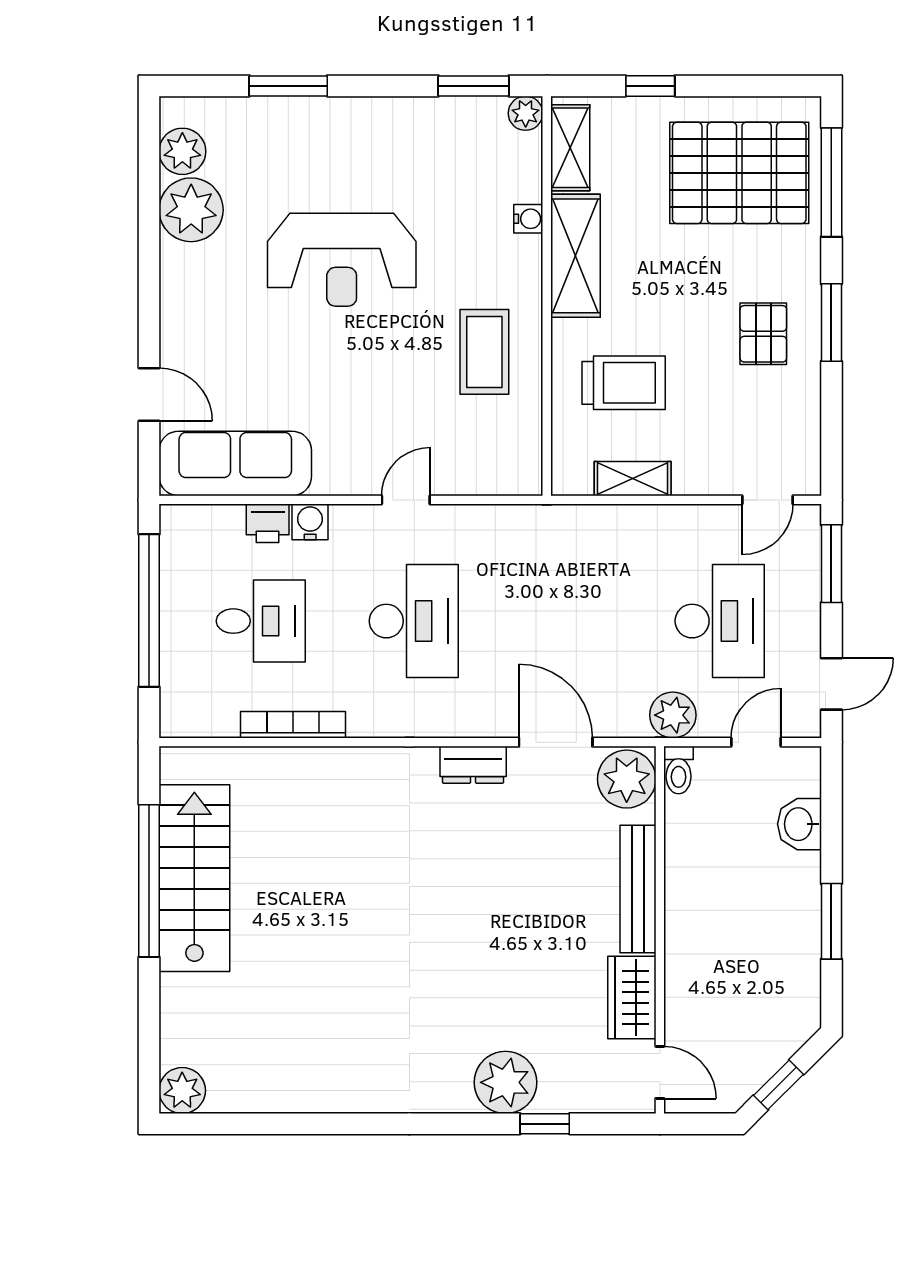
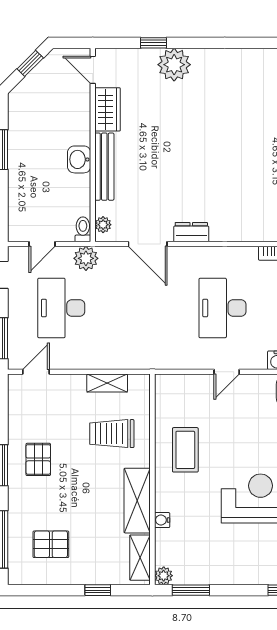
pallet: (739, 173) -> (51, 544), width x0.49, depth x0.50
plant: (627, 779) -> (103, 225), width x0.53, depth x0.53
washbasin: (800, 824) -> (79, 159), moved, turned 180

